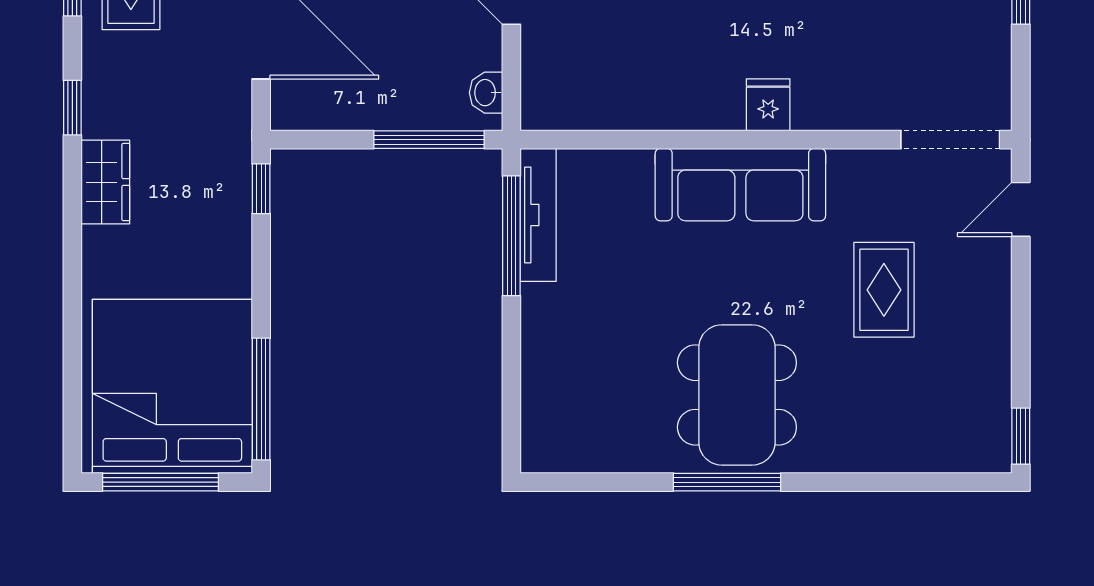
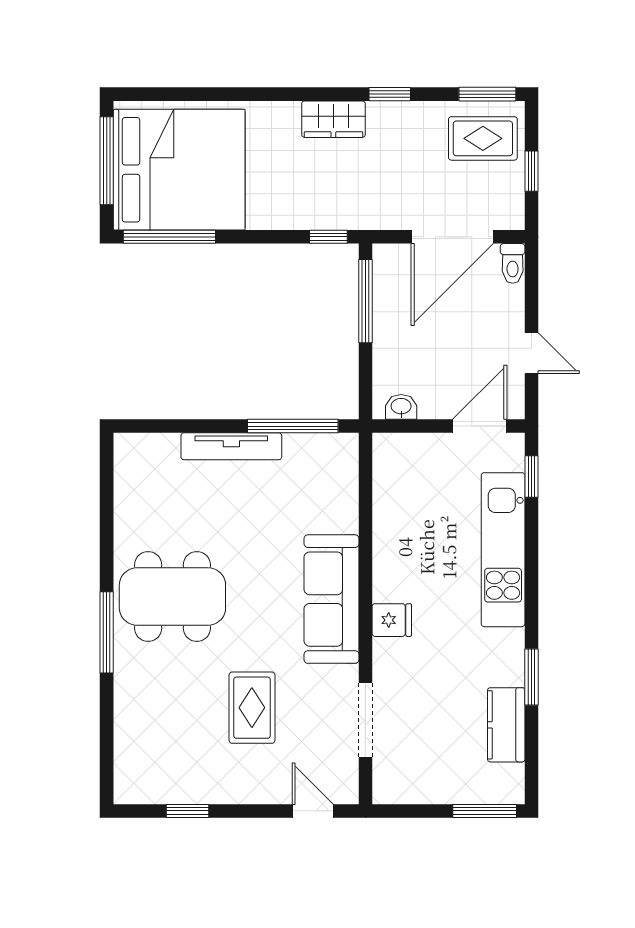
window: (429, 140) -> (365, 301), moved
doorway: (950, 140) -> (365, 720), moved
tv unit: (538, 215) -> (231, 446), moved
rug: (884, 290) -> (252, 708), turned 90
window: (1021, 436) -> (188, 811), moved
window: (727, 482) -> (107, 632), moved

